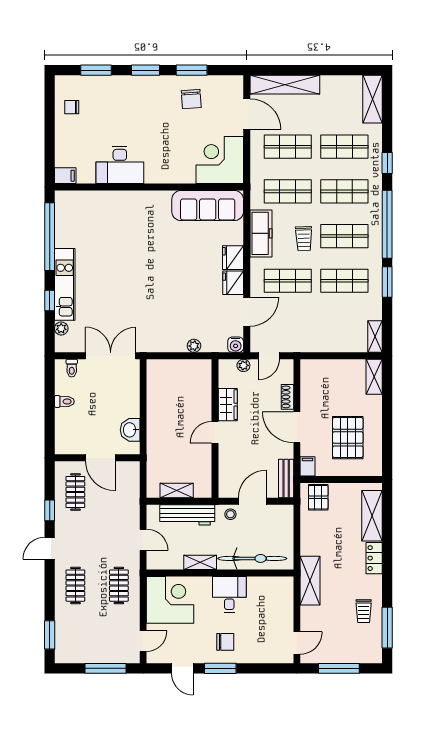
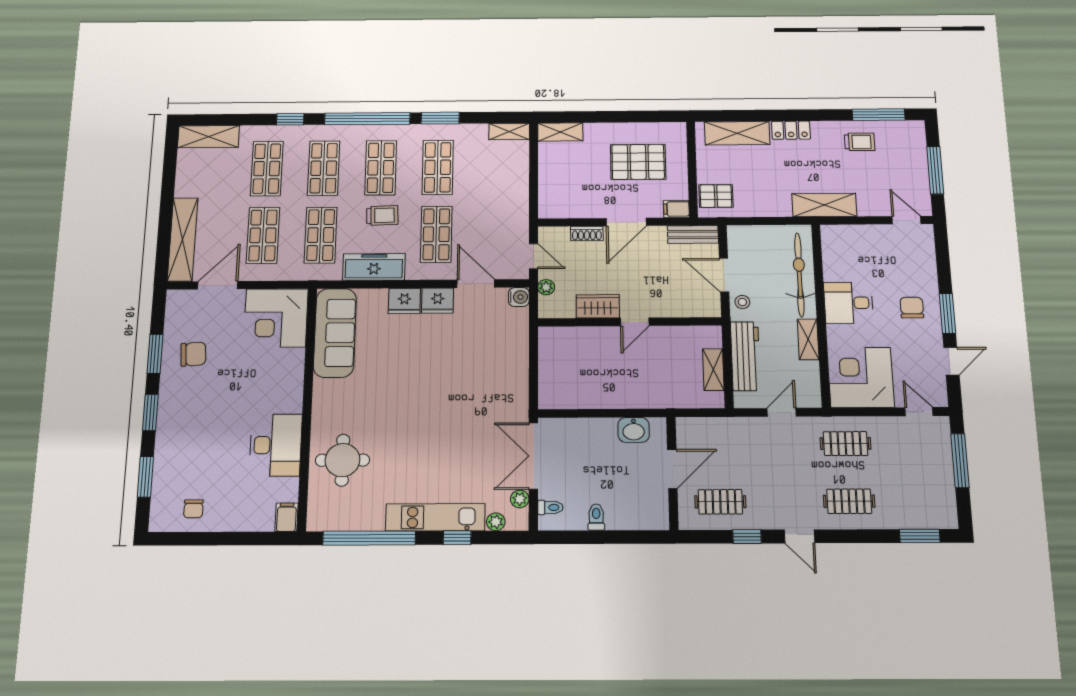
round table: (108, 215) -> (342, 460), added
plant: (194, 346) -> (520, 499), moved
door: (215, 432) -> (635, 322), hinge flipped

